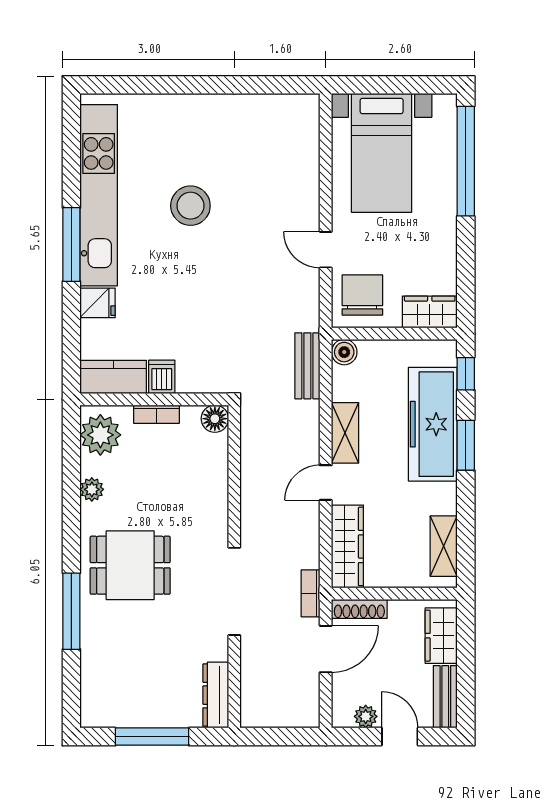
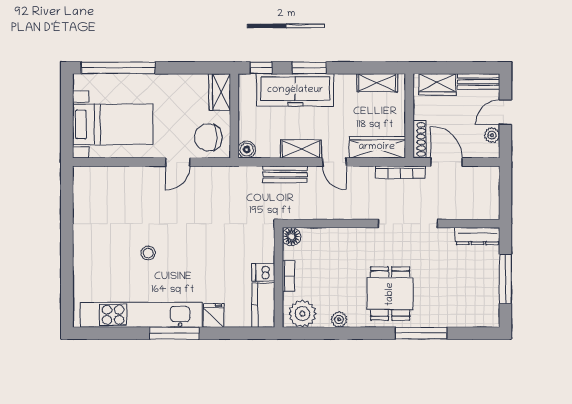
stool: (190, 206) -> (148, 253), width x0.53, depth x0.53
bench: (307, 366) -> (285, 174), moved
bookcase: (311, 593) -> (400, 172), width x1.56

